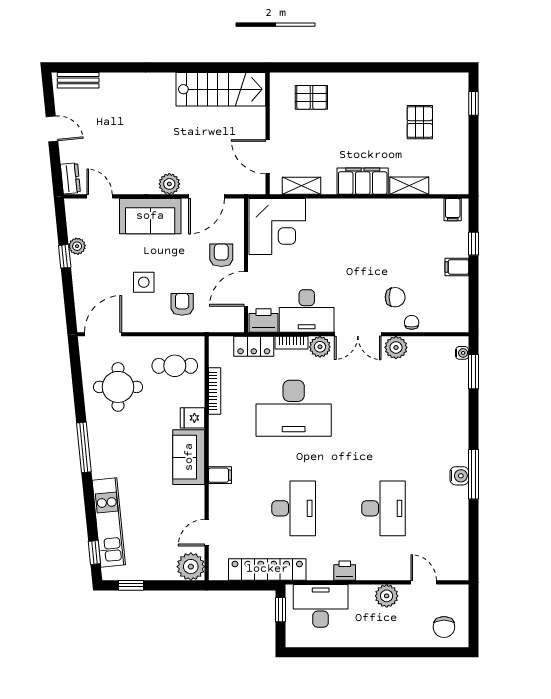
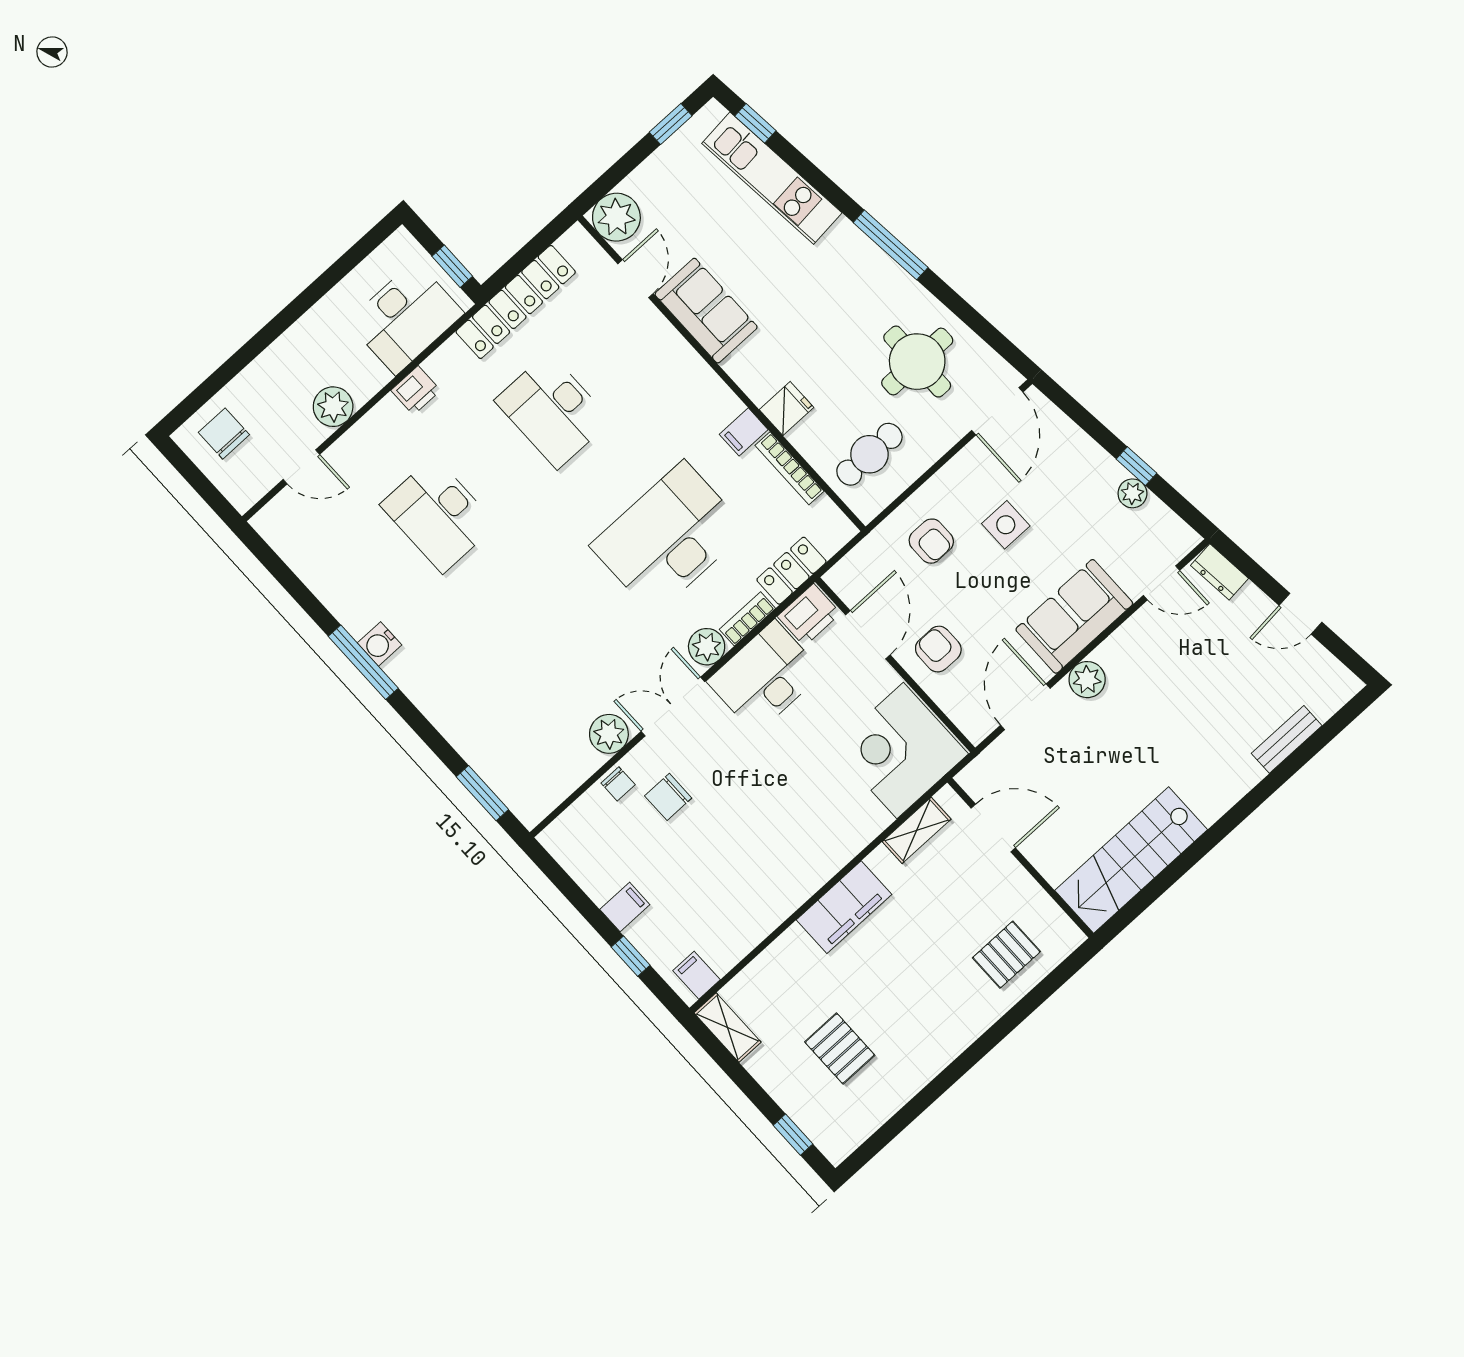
bench: (78, 80) -> (1287, 739), moved
shelving: (409, 186) -> (727, 1028), moved, turned 90
armchair: (221, 255) -> (938, 649), turned 180
water cooler: (462, 353) -> (518, 804), removed
sofa: (189, 457) -> (706, 311), moved
filing cabinet: (220, 475) -> (744, 432), moved

